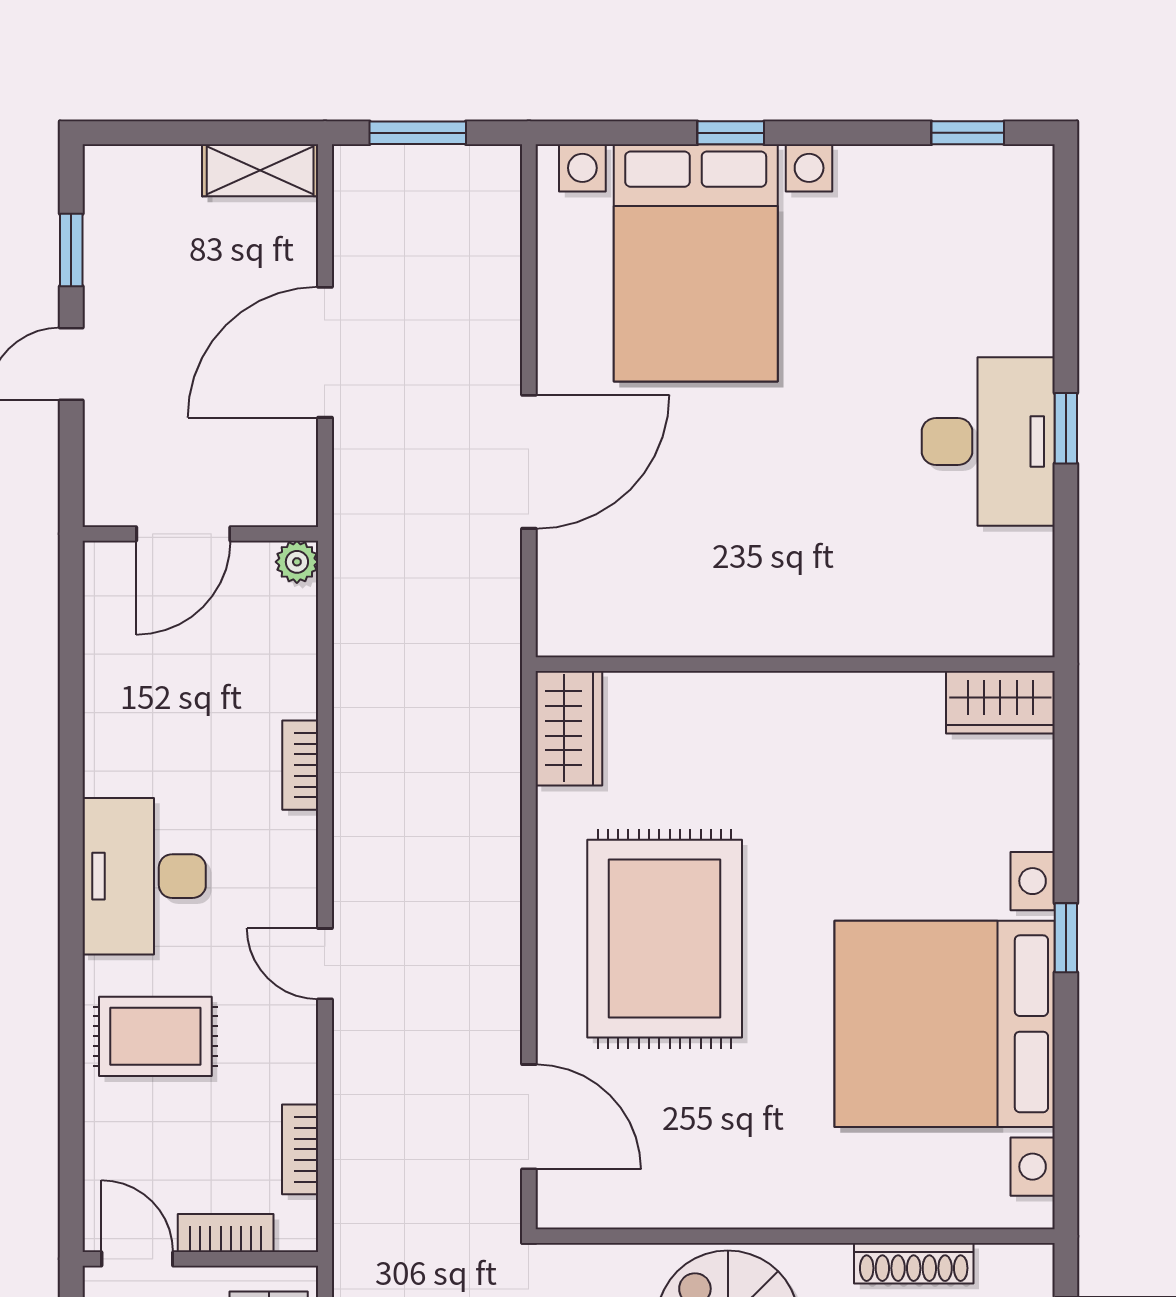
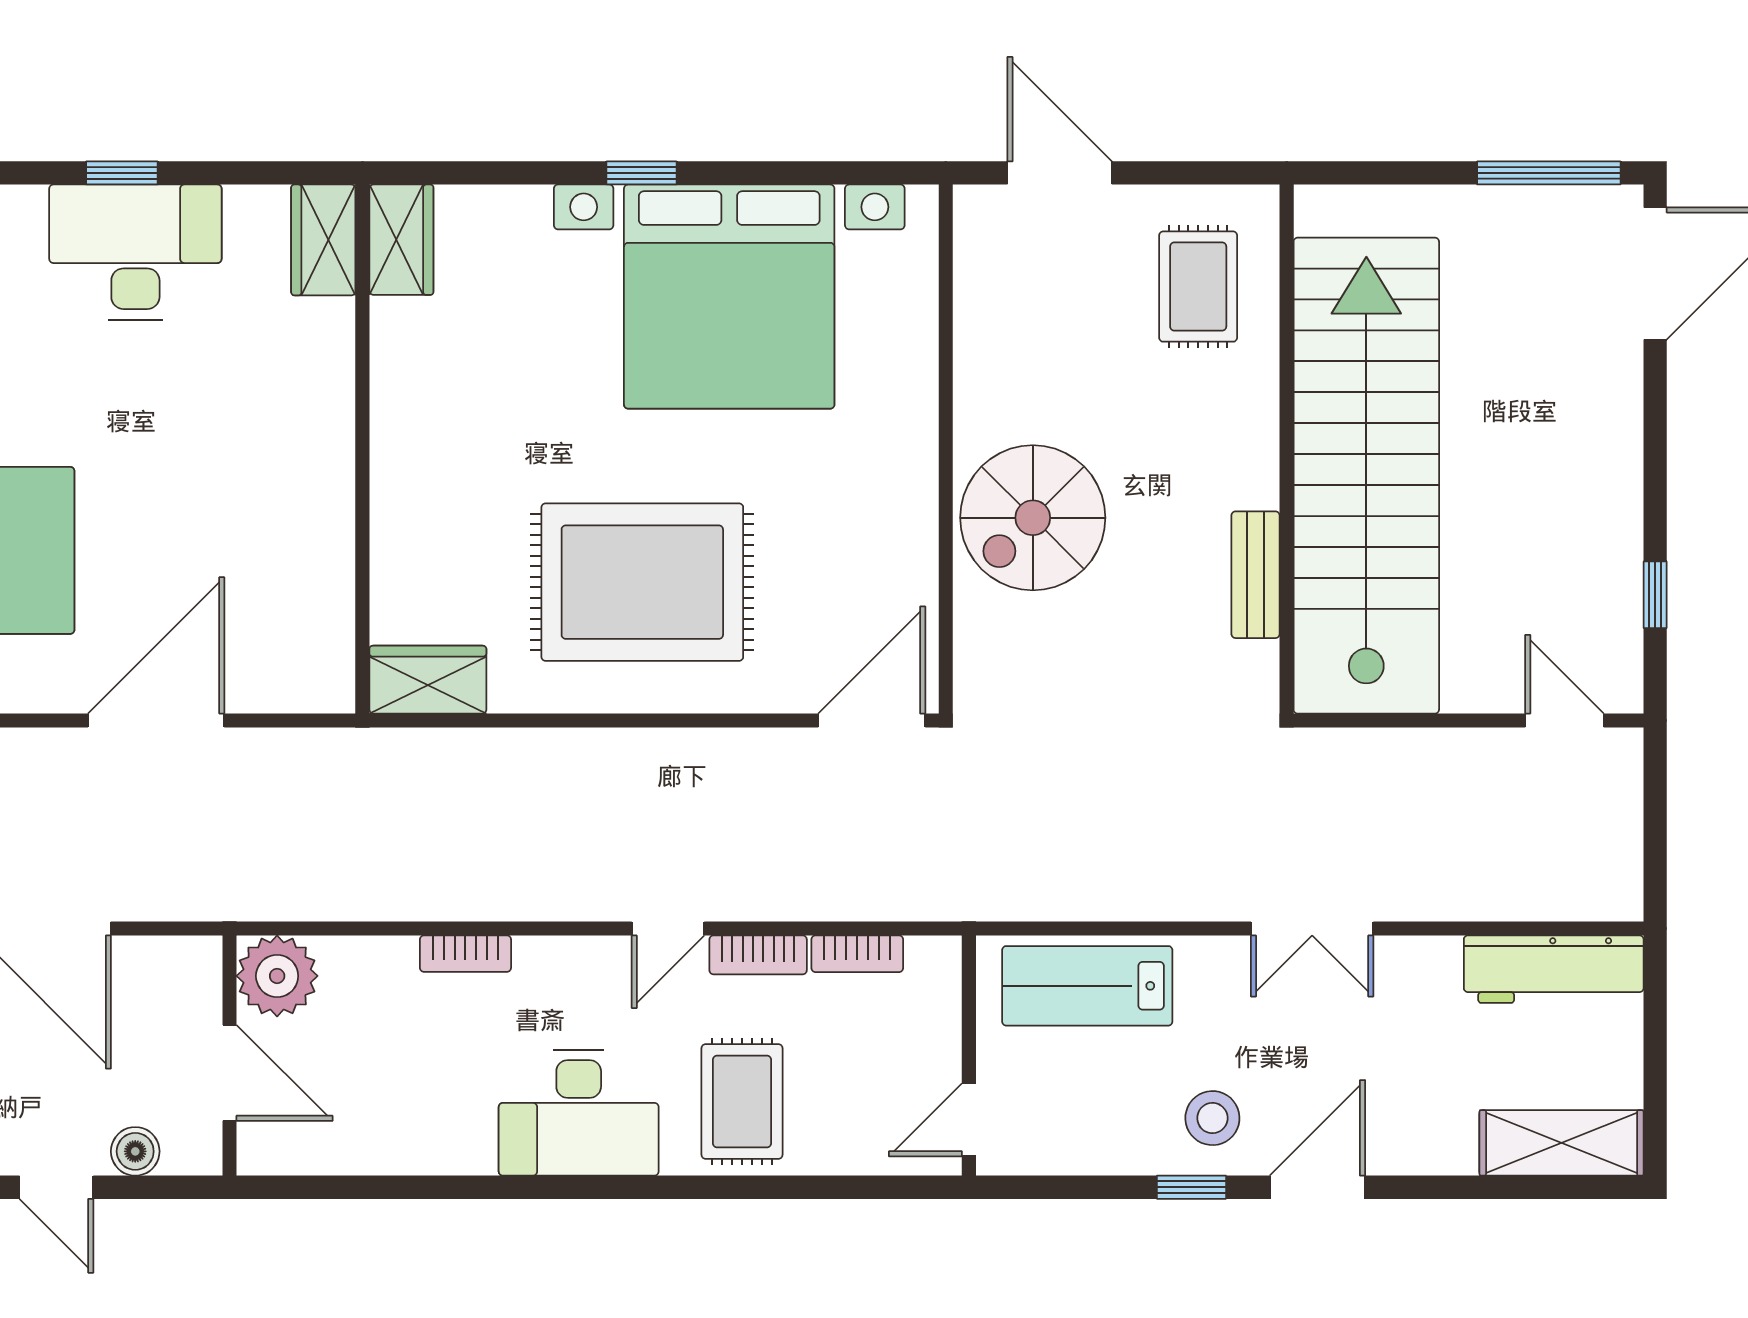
boiler: (106, 441) -> (135, 1151), added
door: (529, 462) -> (156, 721), hinge flipped
plant: (297, 562) -> (277, 976), width x1.88, depth x1.88
wardrobe: (1000, 626) -> (323, 240), added
door: (529, 1117) -> (872, 721), moved
bookcase: (226, 1233) -> (758, 955), moved, turned -90
shoe rack: (914, 1263) -> (973, 328), removed

